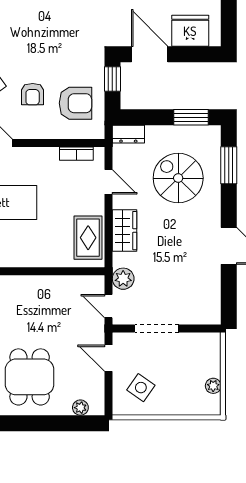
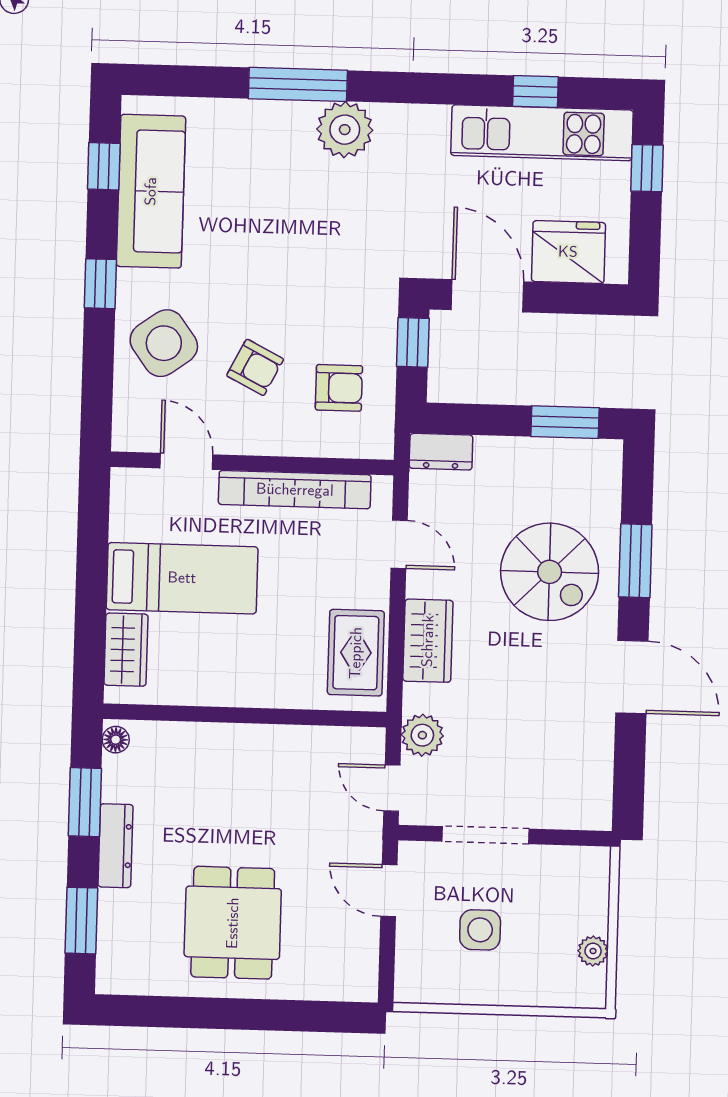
armchair: (33, 94) -> (255, 367), turned -63
armchair: (75, 103) -> (339, 388), width x0.72, depth x0.72
bookcase: (76, 154) -> (295, 490), width x2.31, depth x1.31
window: (229, 165) -> (635, 561), moved
spiral stairs: (178, 178) -> (550, 572), moved, turned 180
side table: (141, 388) -> (480, 930), moved, turned -35
plant: (80, 408) -> (331, 986), removed

